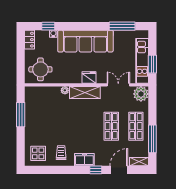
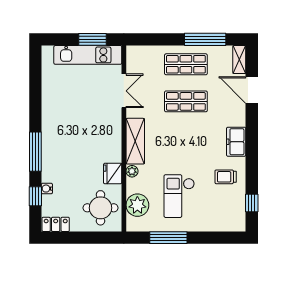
window: (122, 26) -> (35, 152), moved
sofa: (85, 41) -> (58, 140), removed
fridge: (89, 77) -> (113, 174), moved
double door: (118, 85) -> (124, 91), swing flipped
plant: (141, 94) -> (137, 205), moved
checkout: (48, 122) -> (179, 196), added
display table: (38, 153) -> (227, 212), removed
window: (96, 170) -> (252, 203), moved

